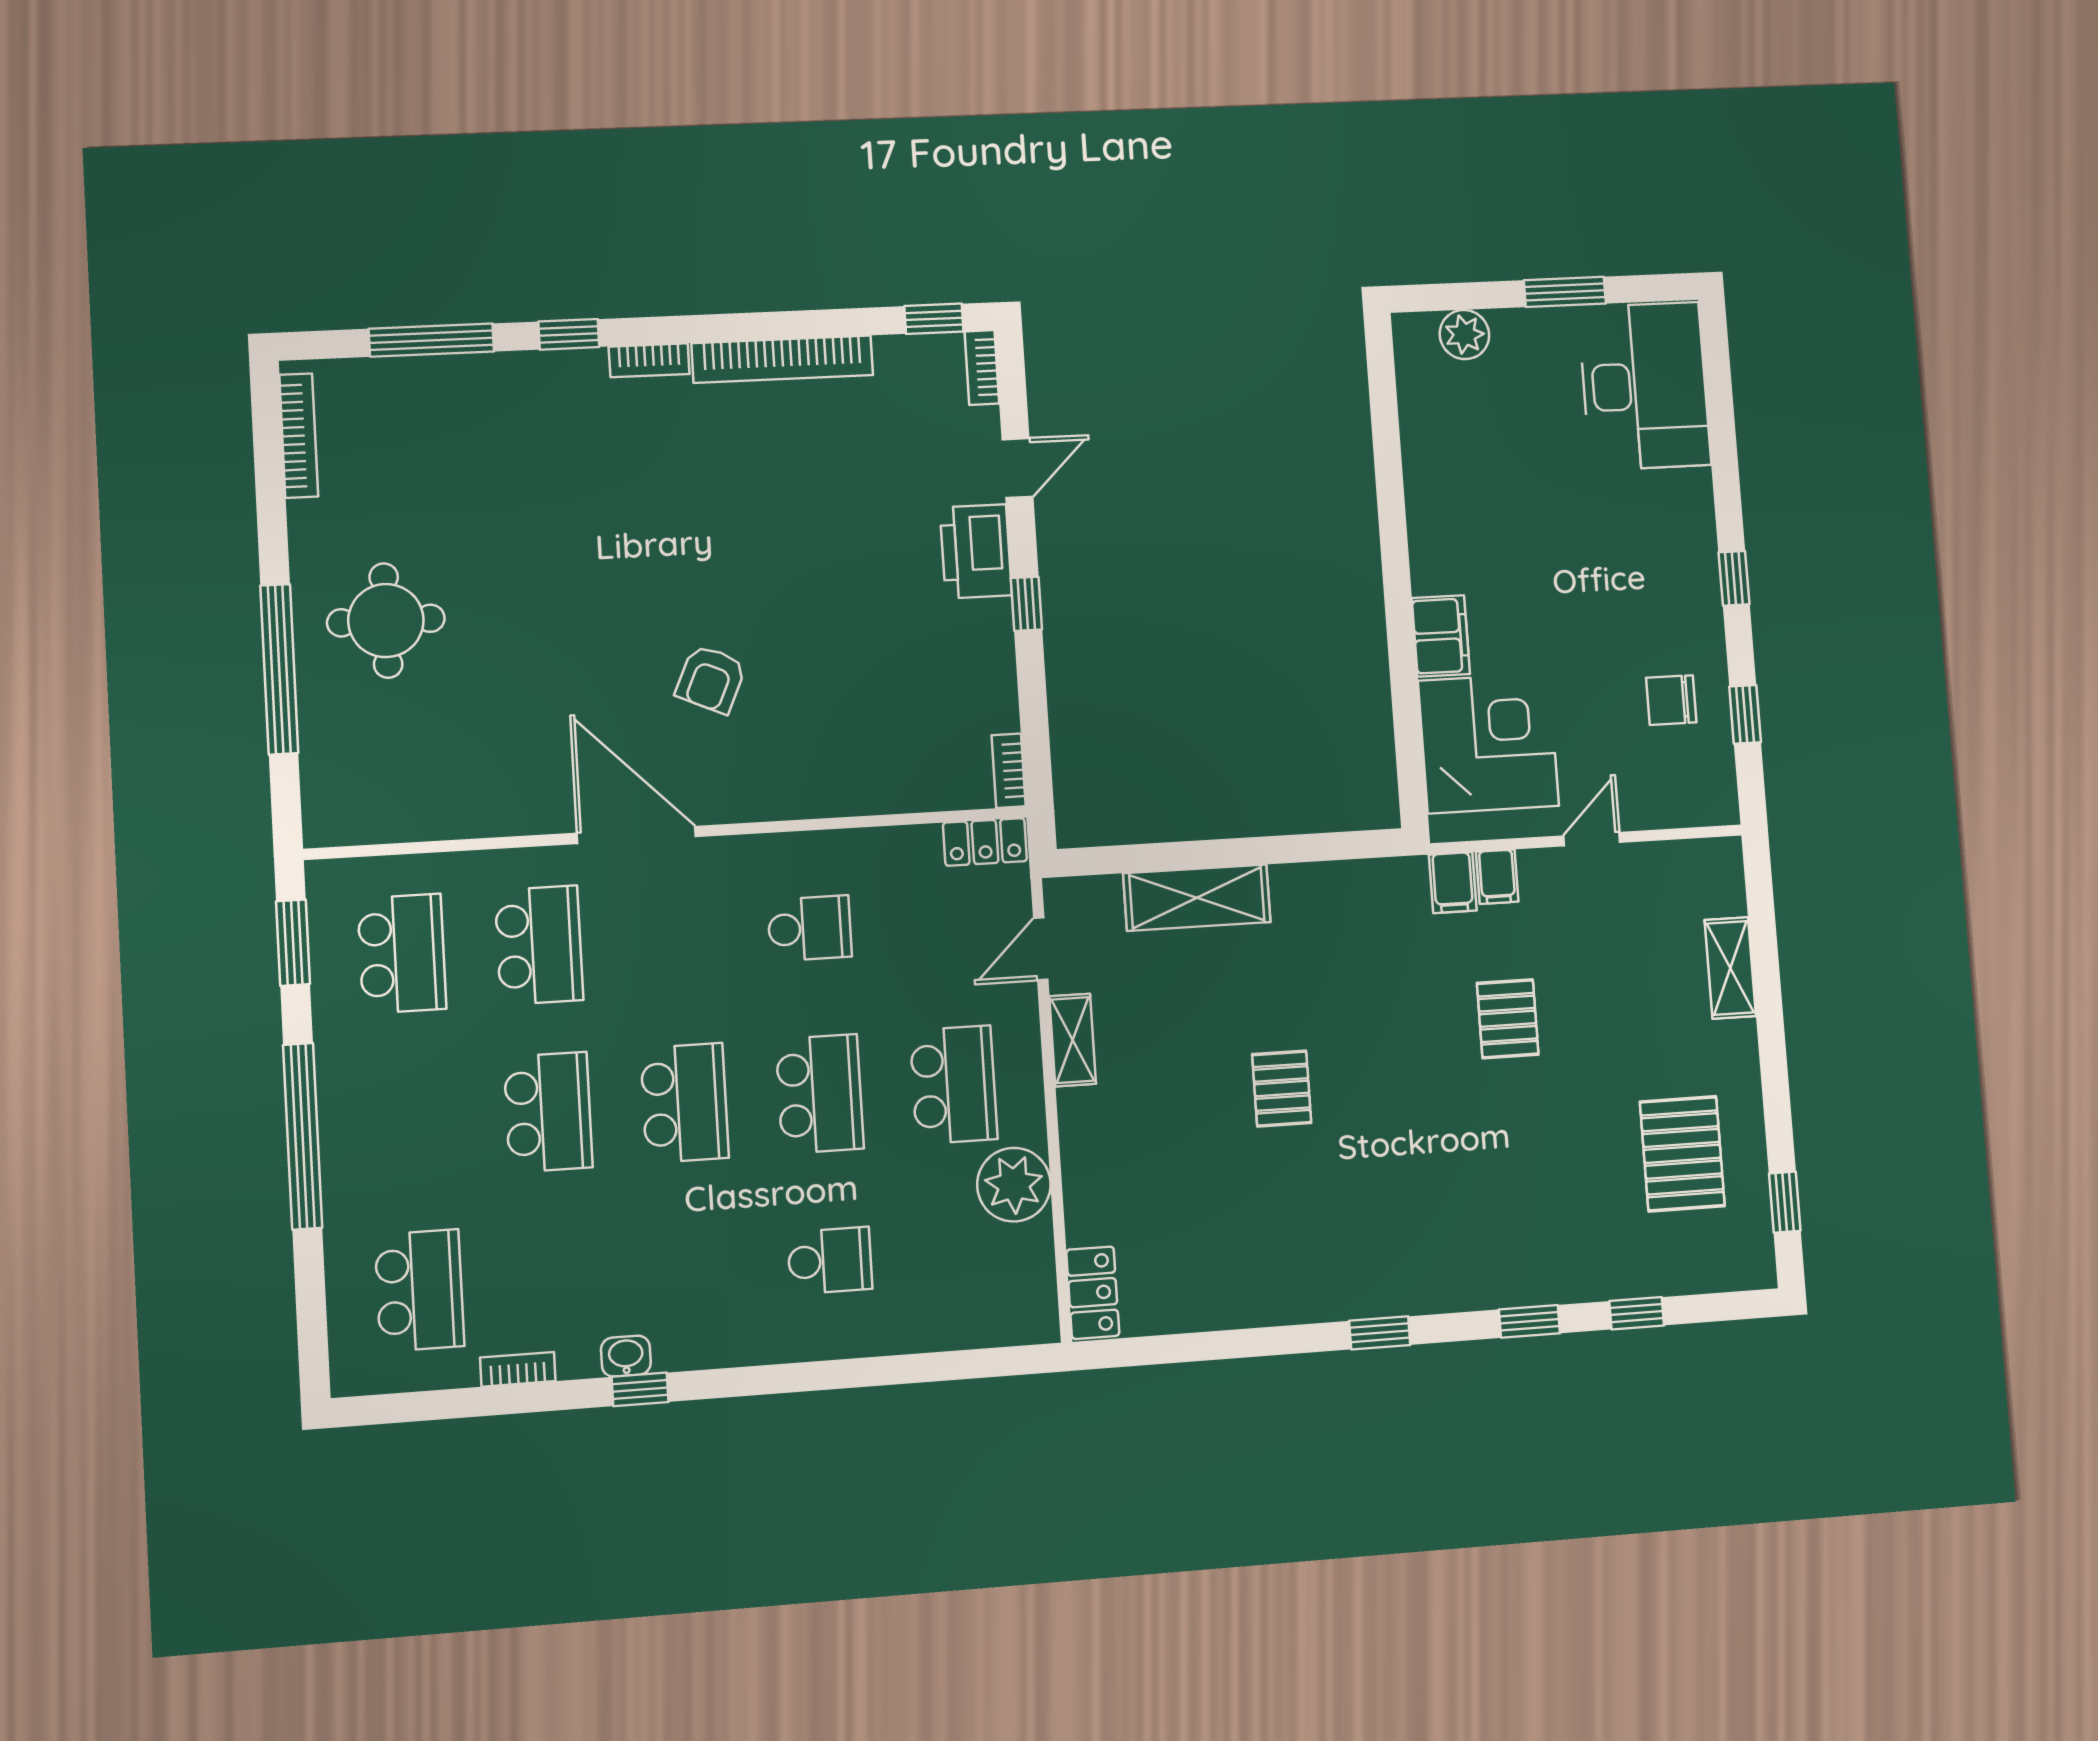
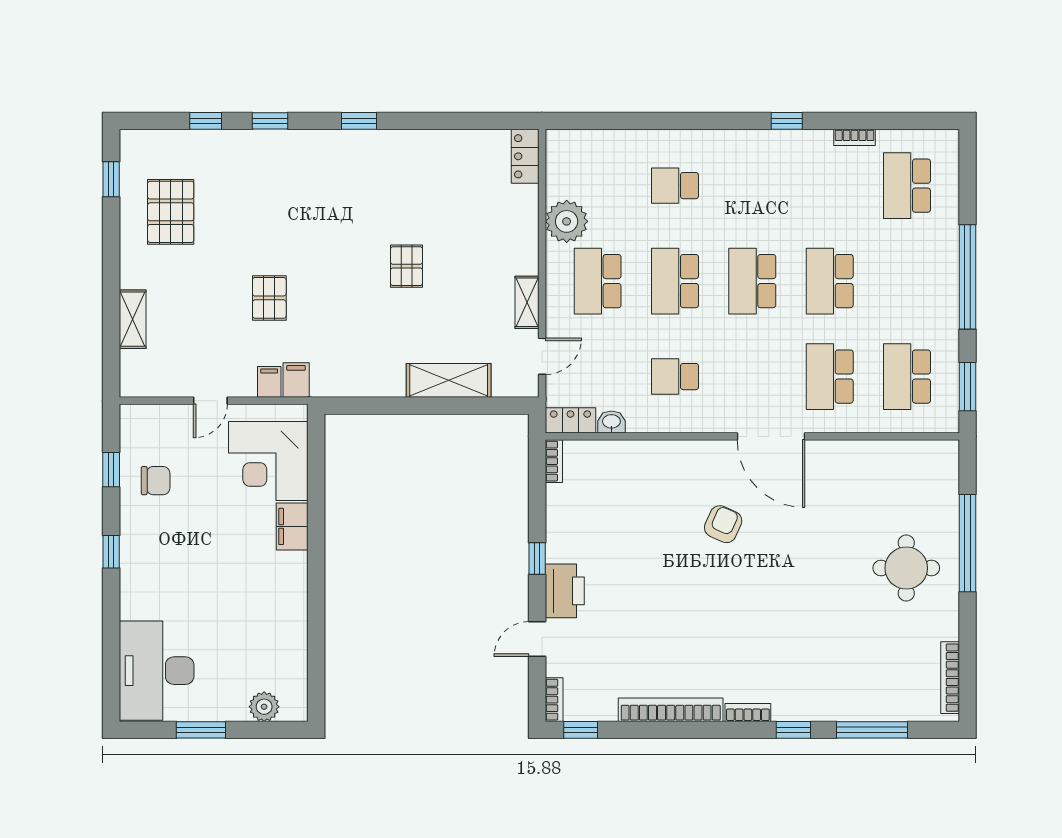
washbasin: (626, 1356) -> (611, 422), moved, turned 180

